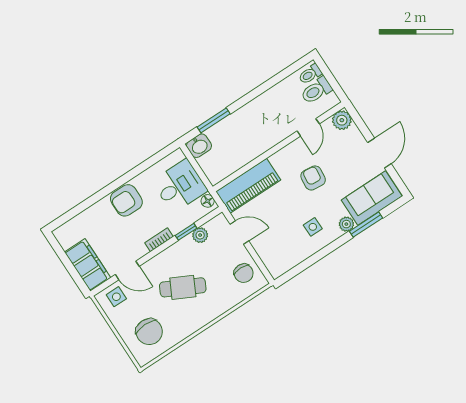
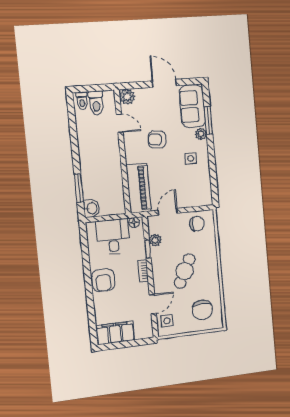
filing cabinet: (88, 265) -> (115, 333), moved
chair: (149, 332) -> (202, 310), turned 90

